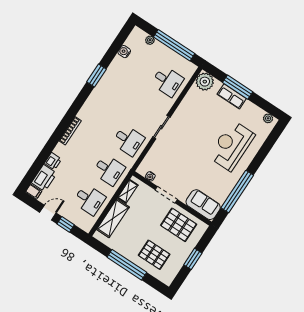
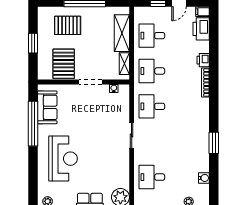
printer: (53, 161) -> (203, 60), moved
sofa: (203, 205) -> (47, 107), moved, turned -90
pallet: (179, 225) -> (64, 64), turned 90

